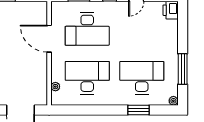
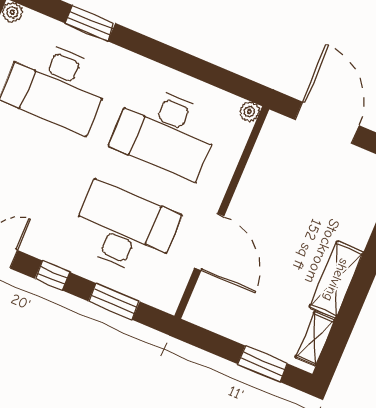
plant: (55, 87) -> (249, 112), moved

